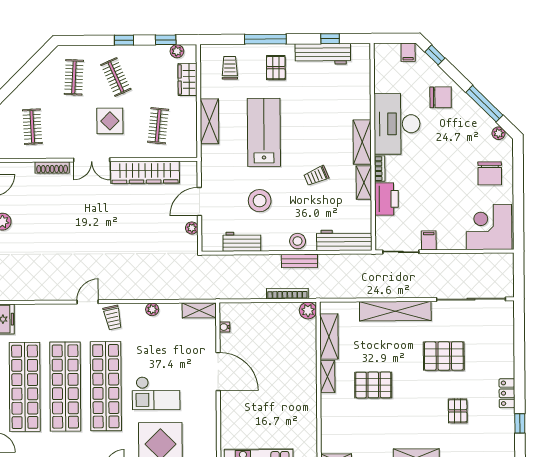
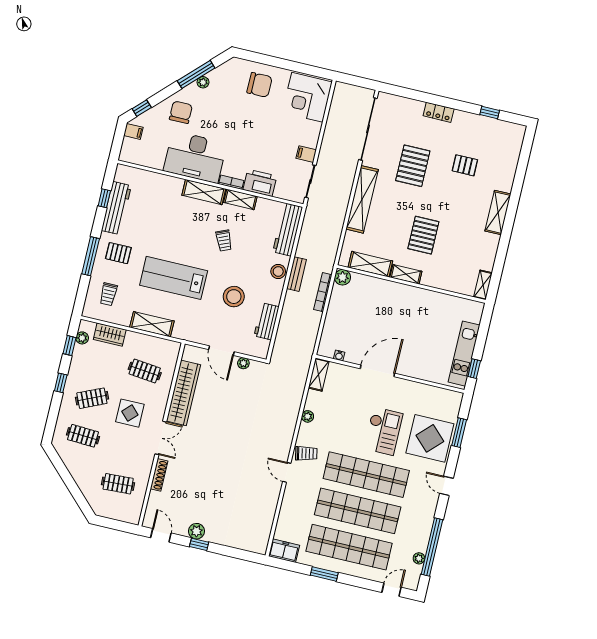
trolley: (230, 68) -> (108, 294), turned -90
plant: (499, 133) -> (203, 82), moved
locker: (507, 393) -> (439, 112), moved

